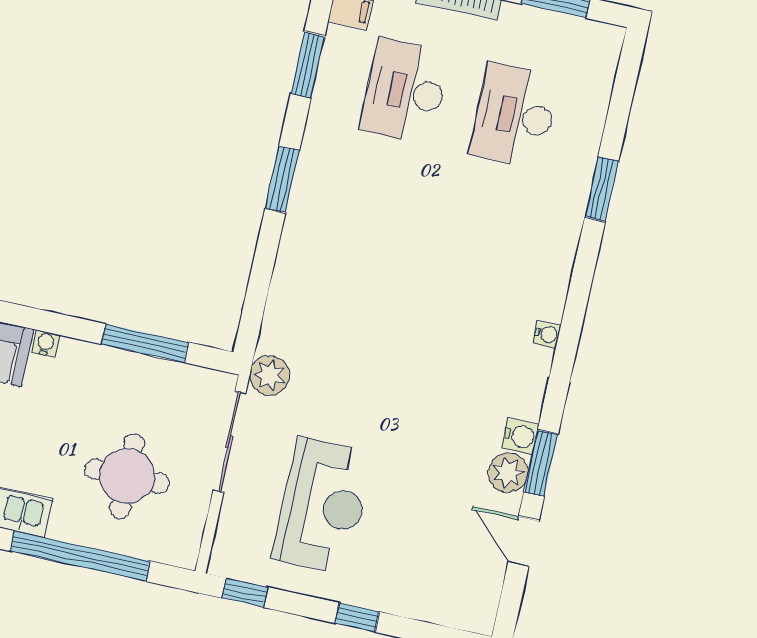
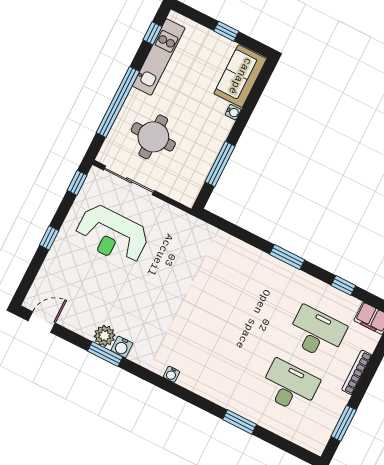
window: (308, 65) -> (343, 285), width x0.67
plant: (270, 375) -> (187, 224), removed
sliding door: (229, 442) -> (129, 180), moved
door: (524, 542) -> (42, 322), moved

